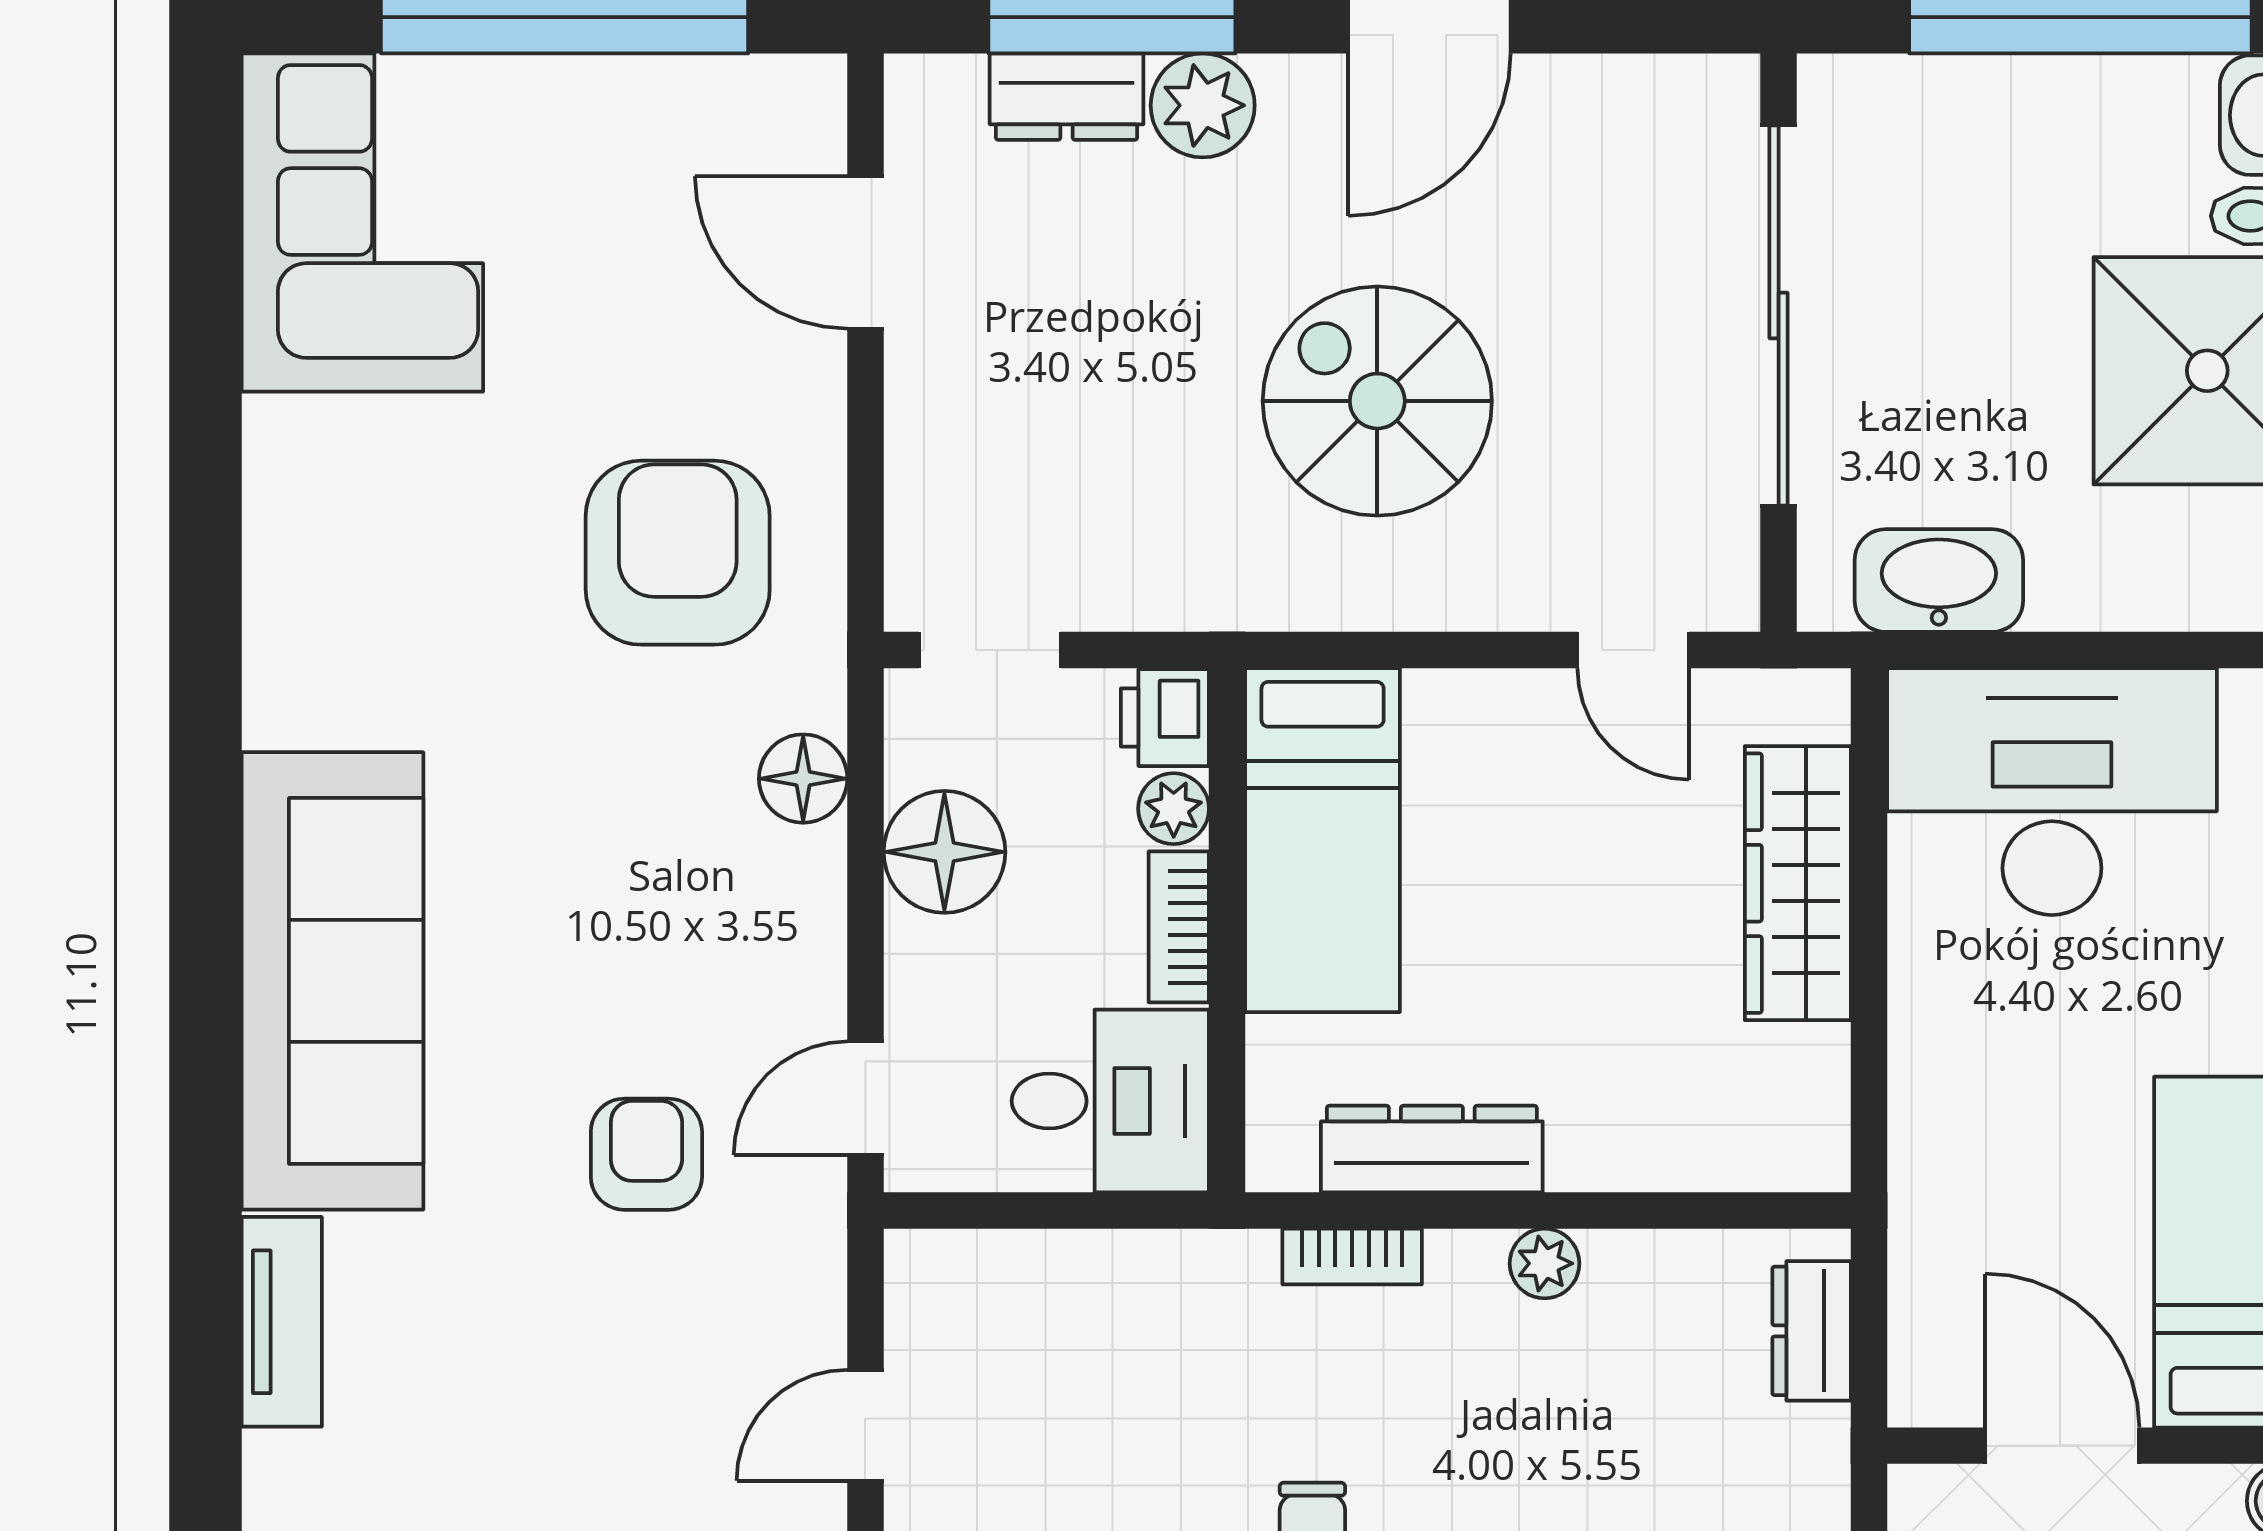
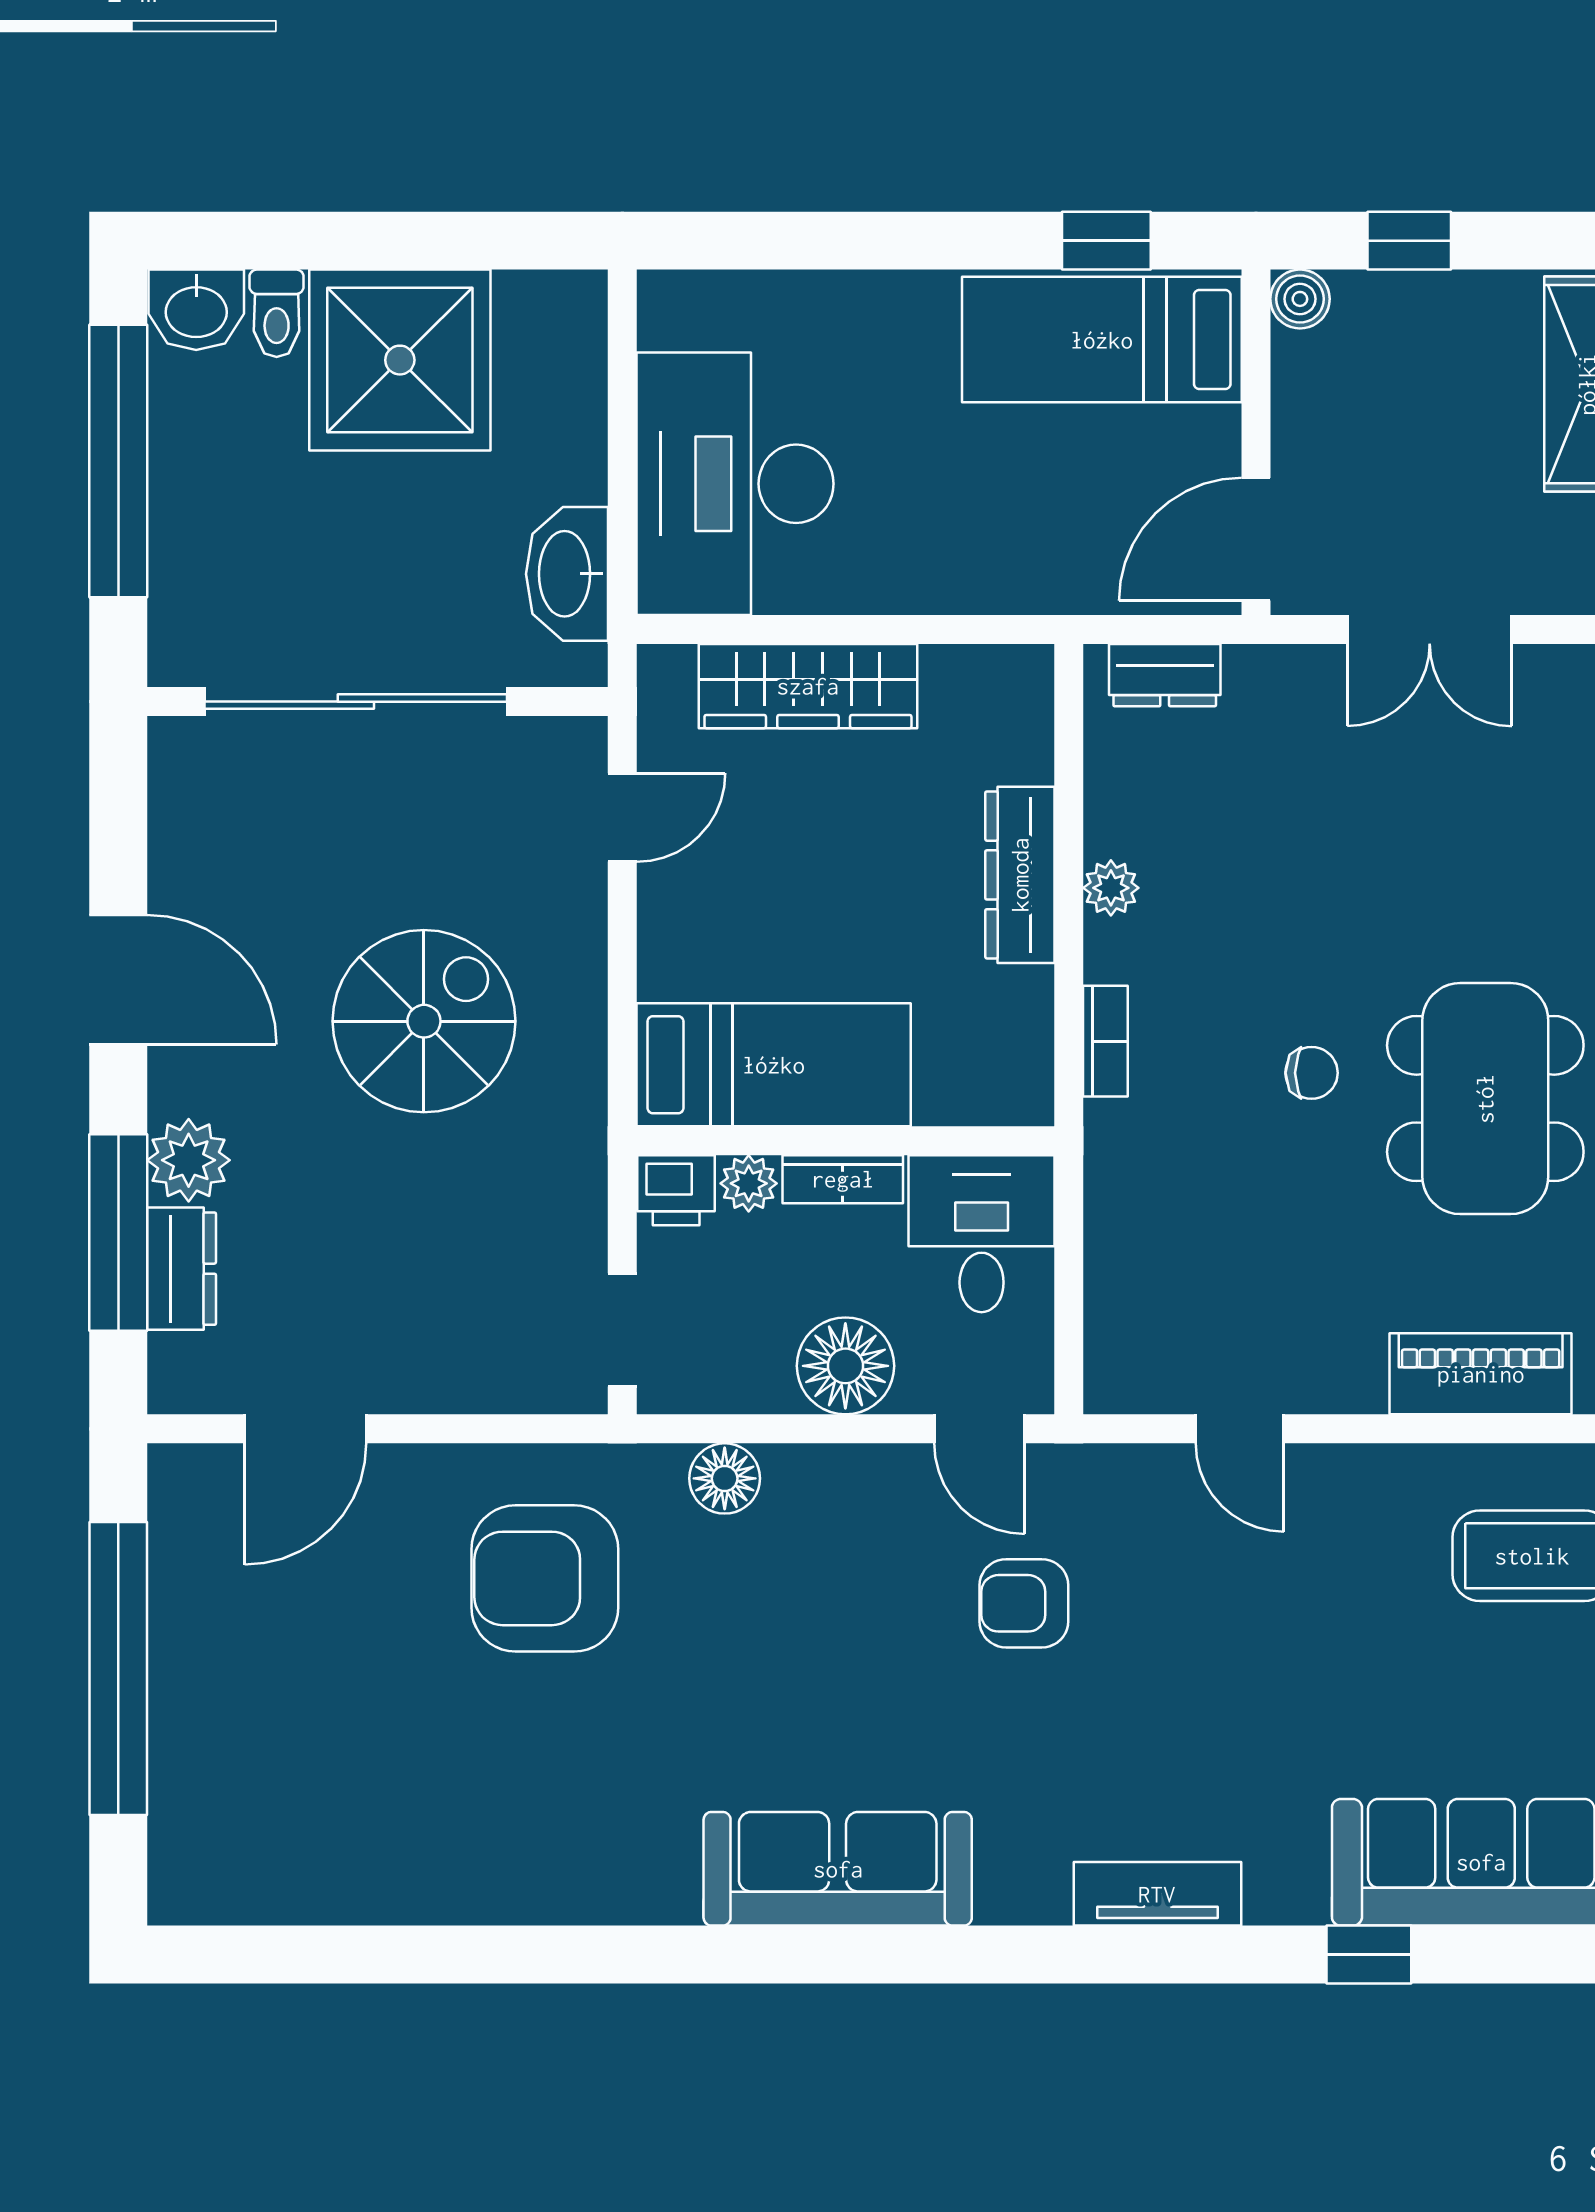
corner sofa: (362, 223) -> (282, 1830), removed
spiral stairs: (1377, 401) -> (424, 1021), turned 180
floor lamp: (944, 852) -> (845, 1366), moved
sofa: (332, 981) -> (838, 1869), width x0.74, depth x0.79
dresser: (1432, 1149) -> (1020, 875), moved
door: (2062, 1446) -> (1256, 539), moved

